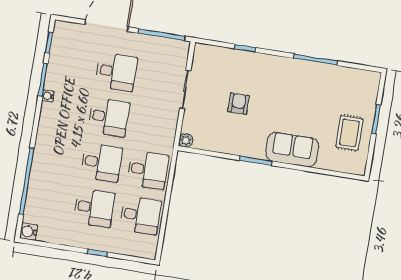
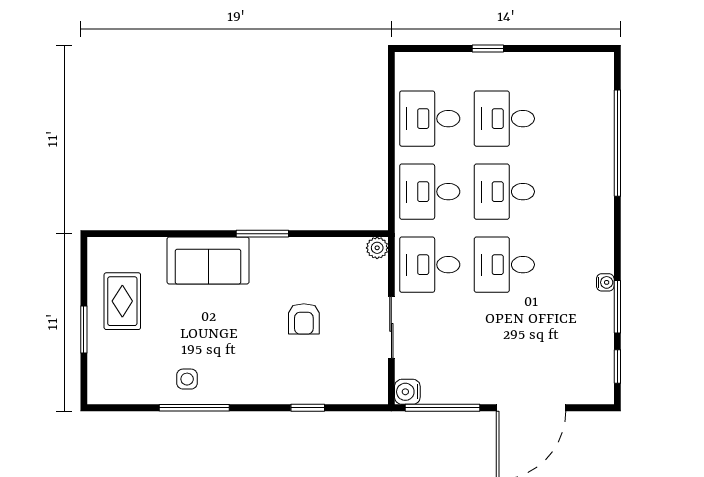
desk: (116, 72) -> (430, 265), moved
side table: (317, 78) -> (187, 379), added
water cooler: (29, 232) -> (407, 392), moved, turned 180

